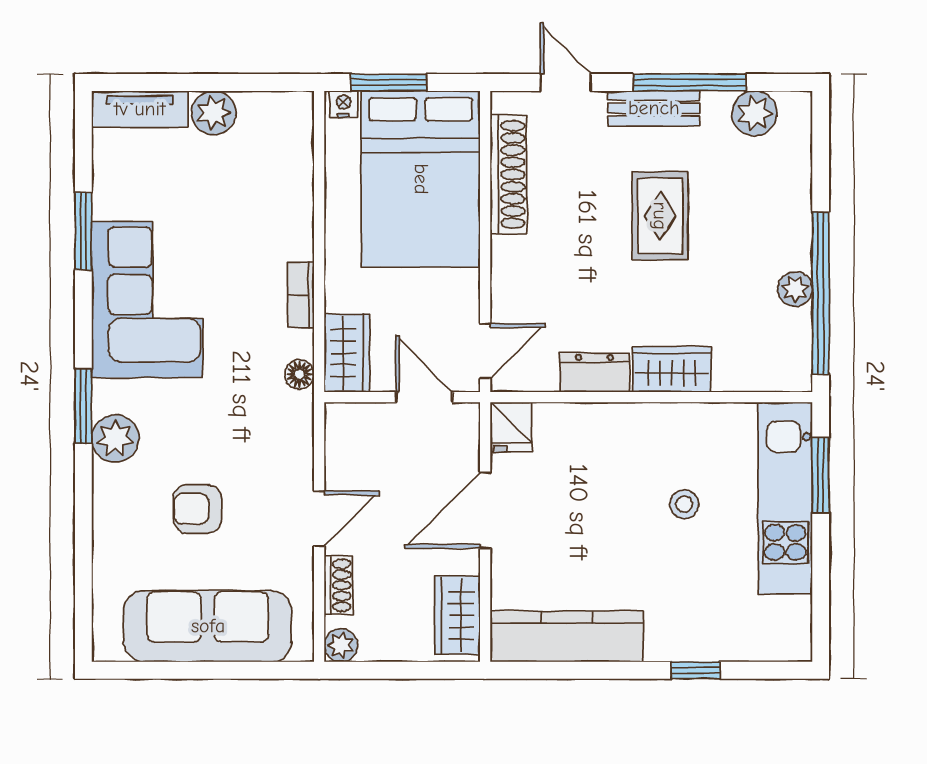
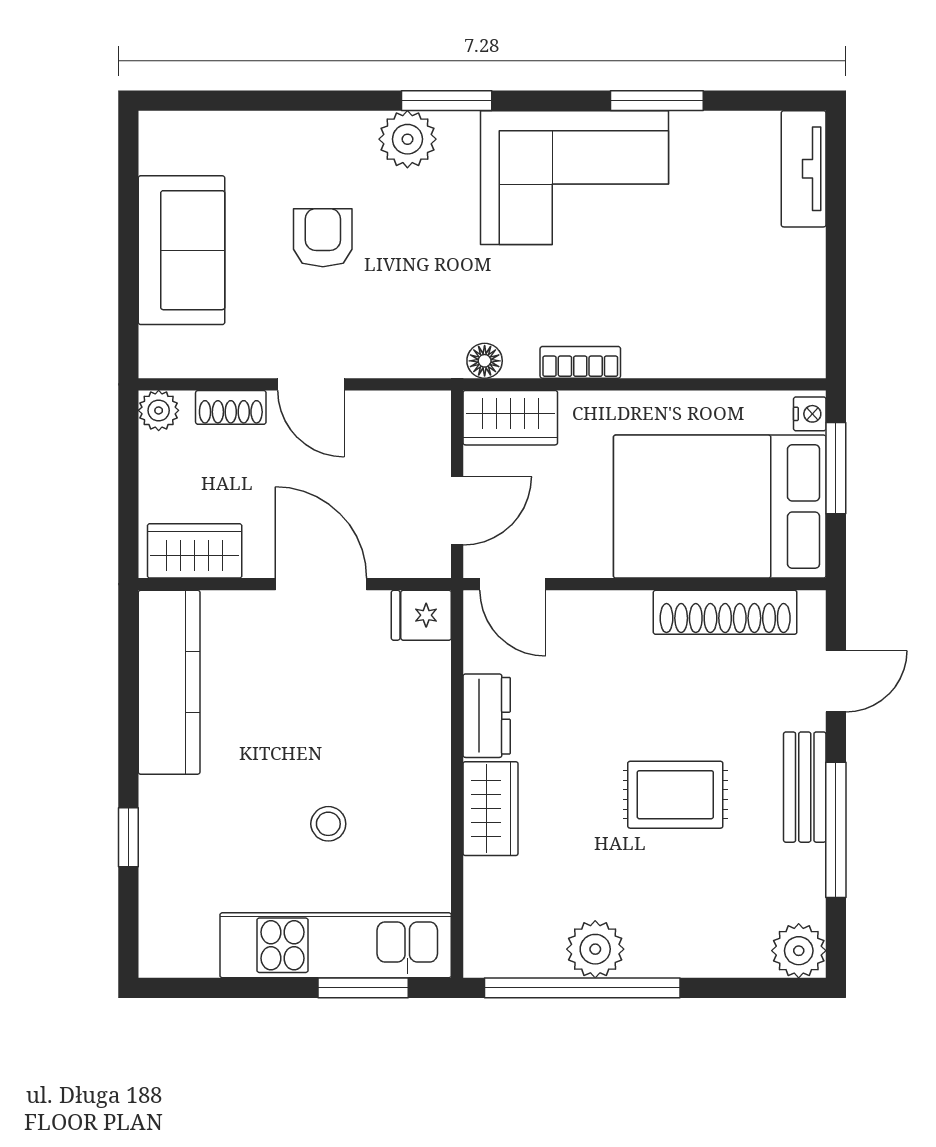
plant: (214, 113) -> (799, 258), removed
plant: (754, 113) -> (799, 951), moved
plant: (795, 289) -> (595, 949), width x1.38, depth x1.38
sofa: (208, 626) -> (182, 250), width x0.73

